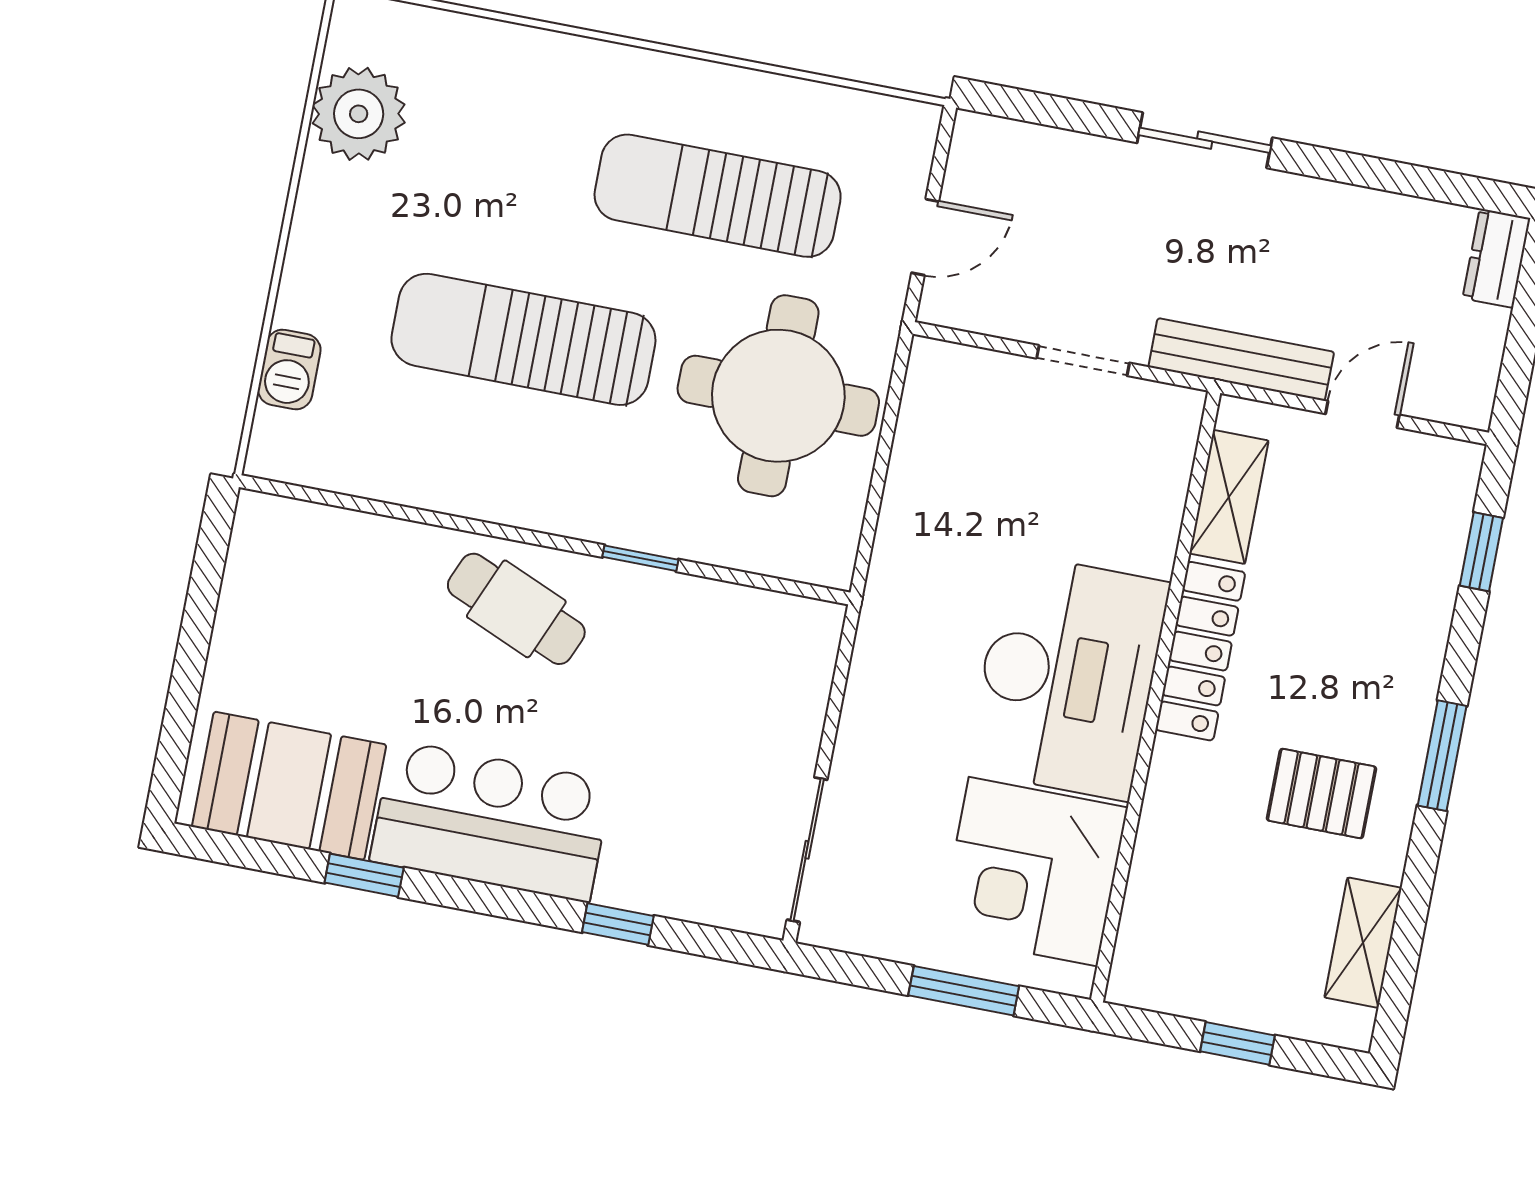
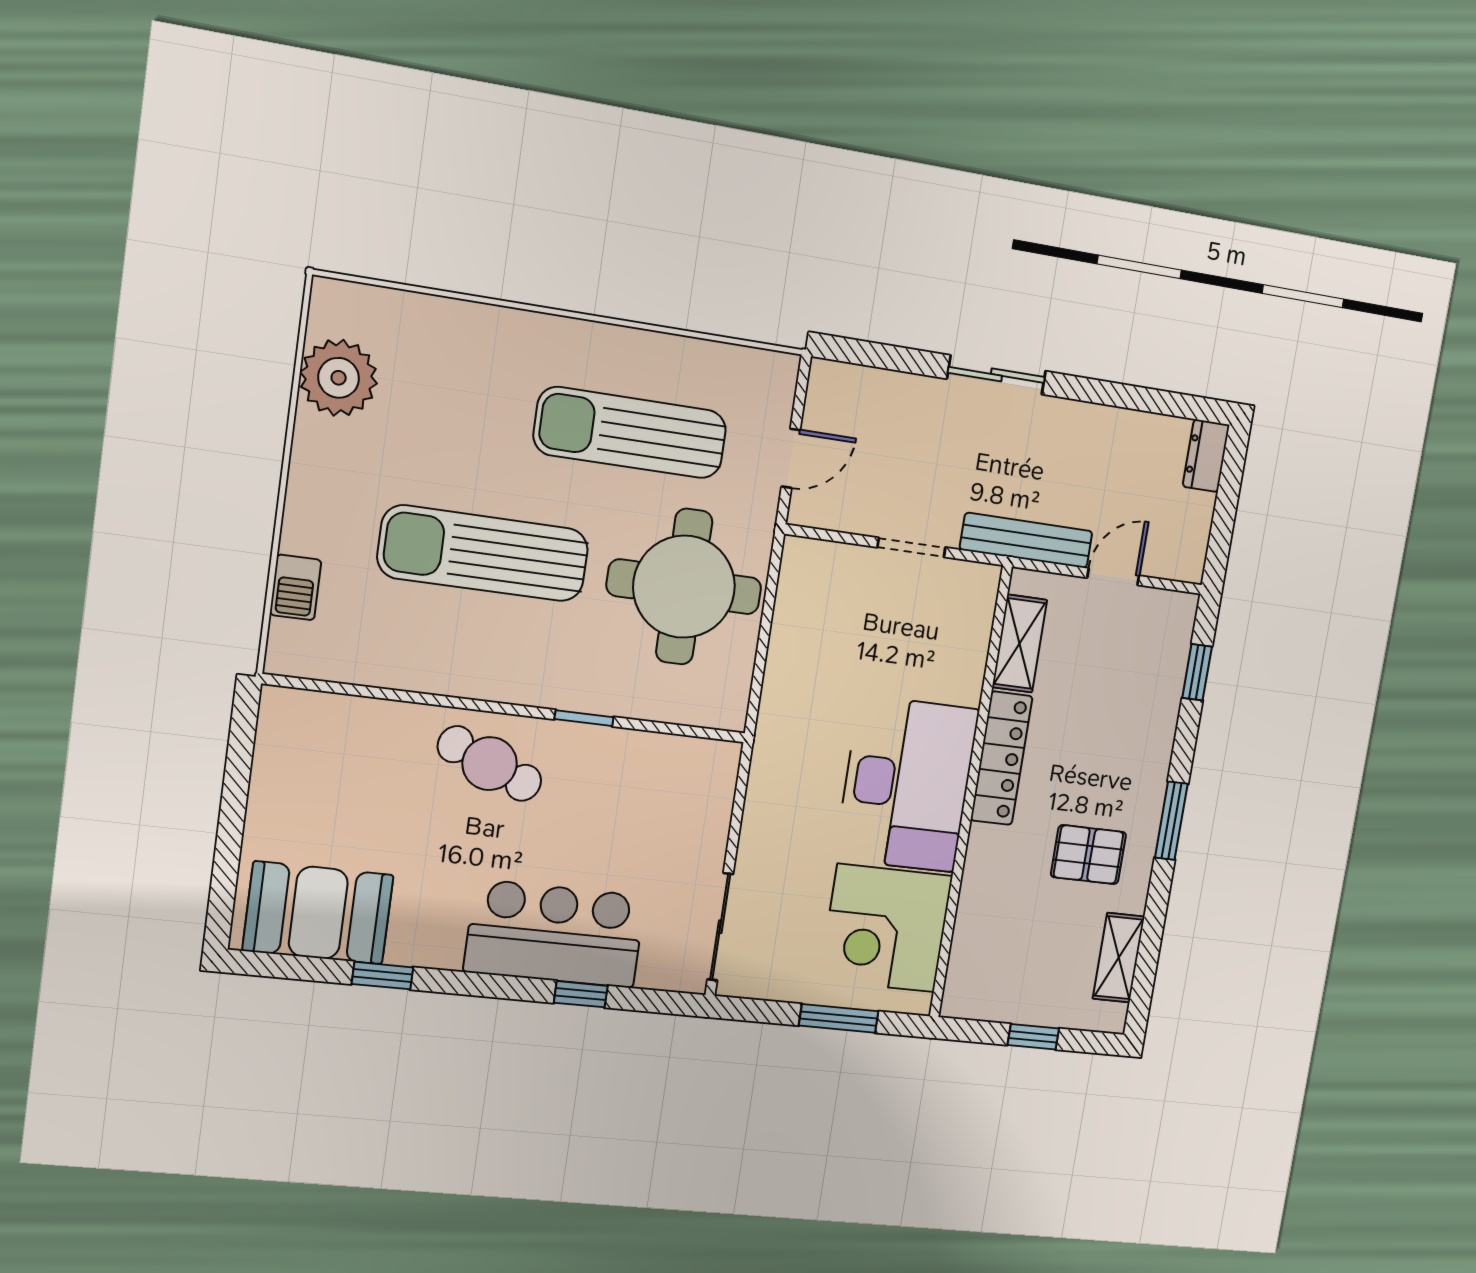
bar counter: (491, 821) -> (555, 934), moved

